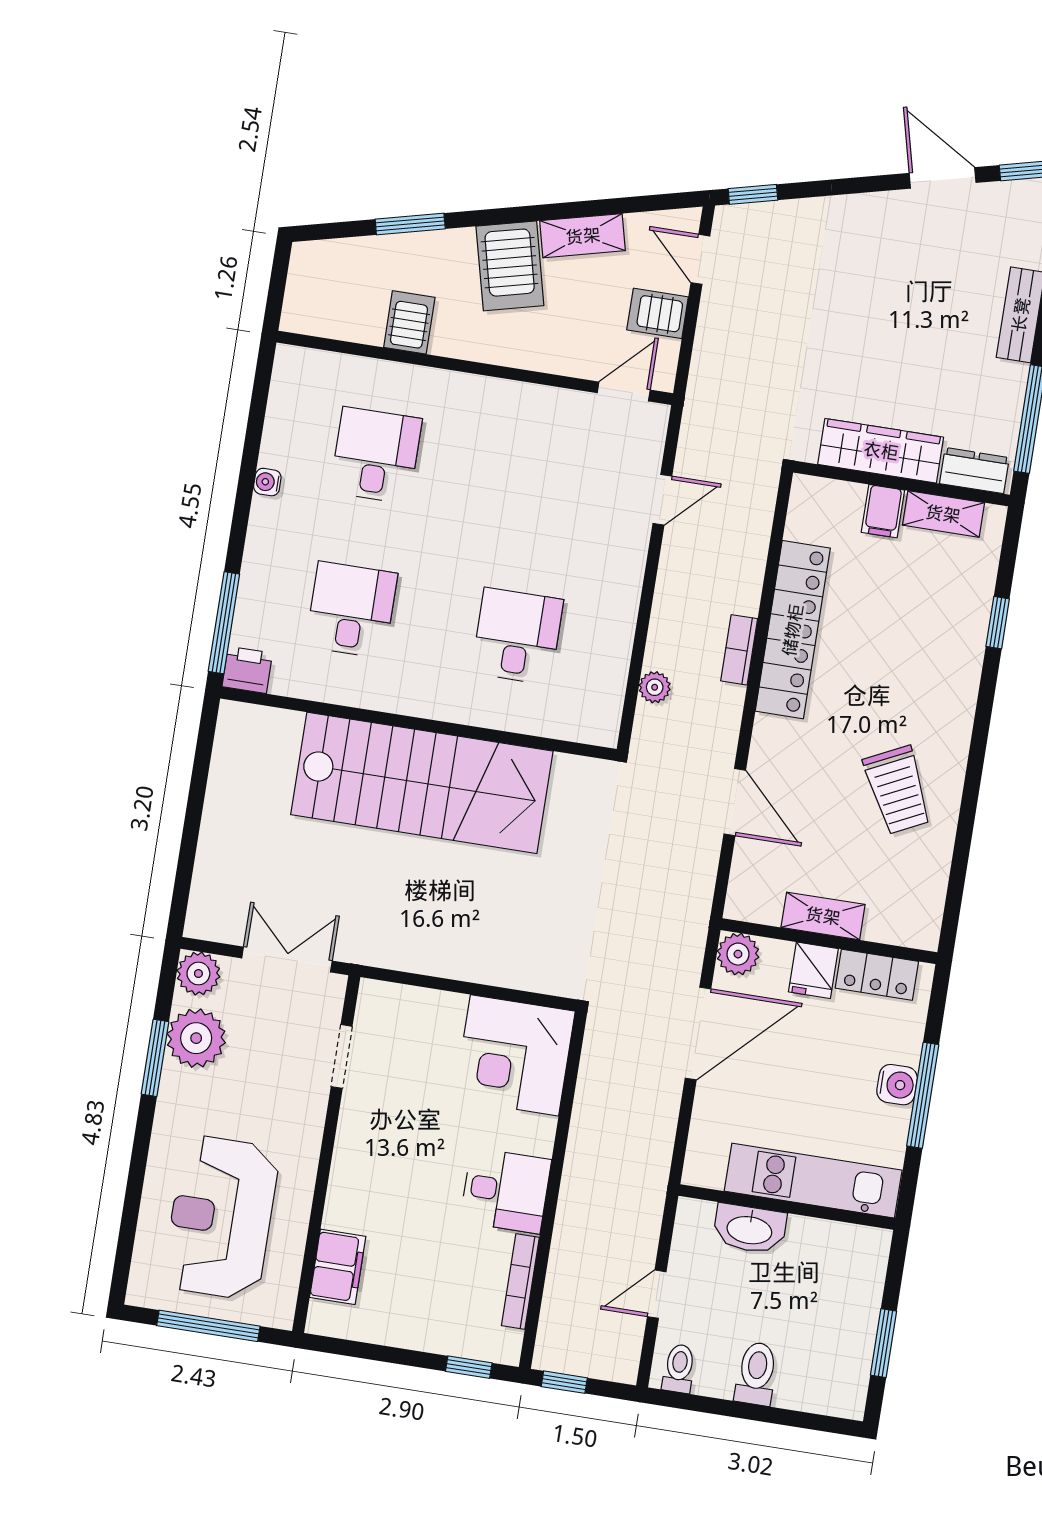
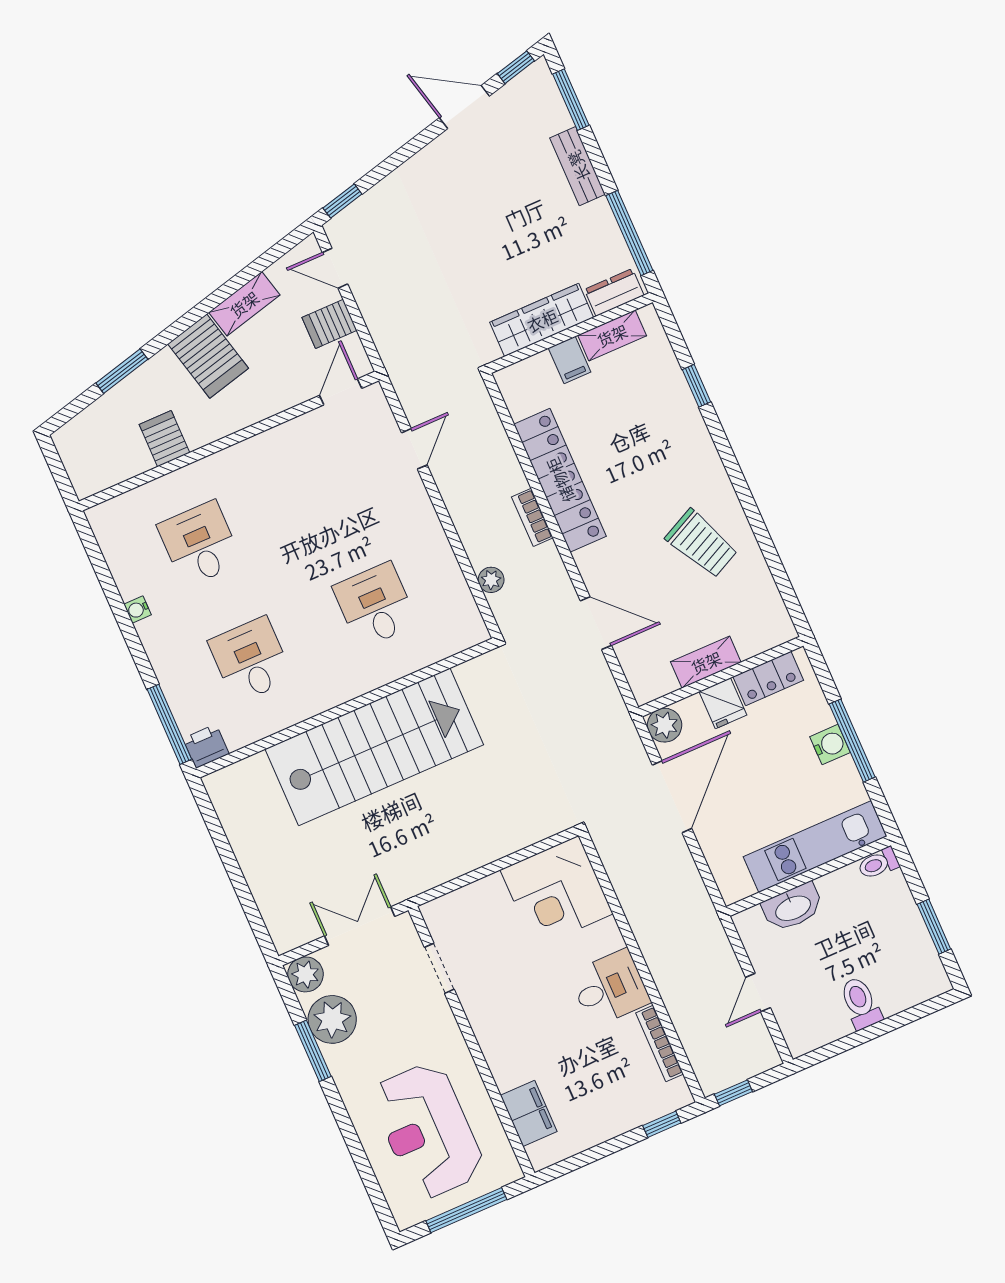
toilet: (679, 1368) -> (878, 864), moved, turned -90

